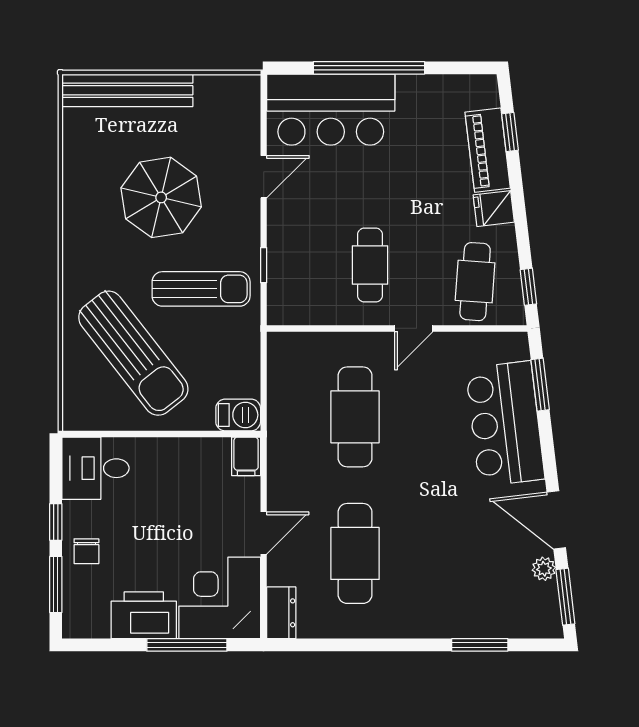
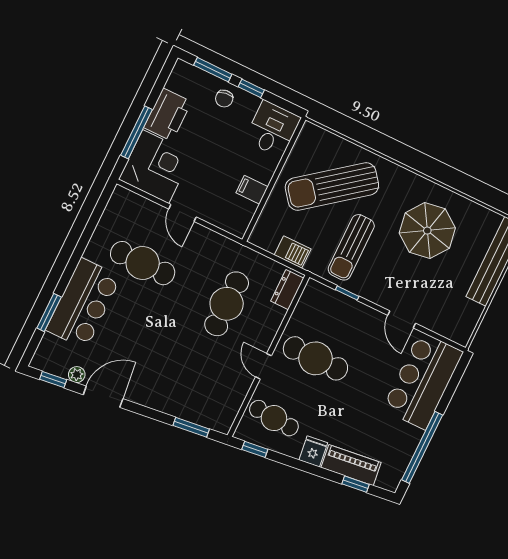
window: (369, 68) -> (422, 447), moved
parasol: (161, 197) -> (427, 231), moved
cafe table: (370, 265) -> (315, 358), width x1.37, depth x1.35
barbecue: (238, 415) -> (293, 252), moved, turned -90
cafe table: (355, 417) -> (227, 304), turned 90
bar counter: (505, 424) -> (83, 303), moved, turned 97
filing cabinet: (246, 456) -> (252, 190), moved
chair: (86, 551) -> (224, 99), turned -98
window: (565, 597) -> (53, 380), width x0.67
dresser: (281, 613) -> (287, 290), moved, turned 90

